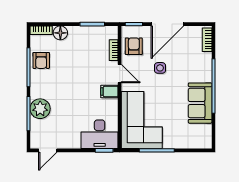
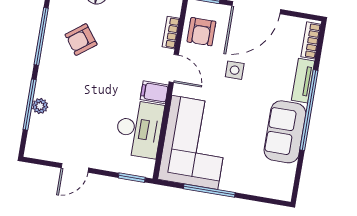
armchair: (134, 46) -> (201, 32), turned 180
armchair: (41, 60) -> (81, 40), moved, turned 53
tv unit: (206, 67) -> (303, 81), added
plant: (40, 109) -> (40, 106), width x0.53, depth x0.53
desk: (100, 134) -> (139, 129), moved, turned -90
door: (48, 150) -> (75, 168), moved

